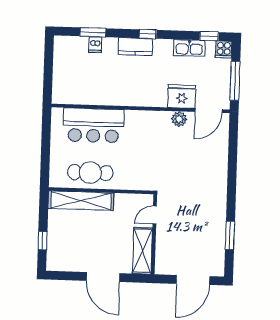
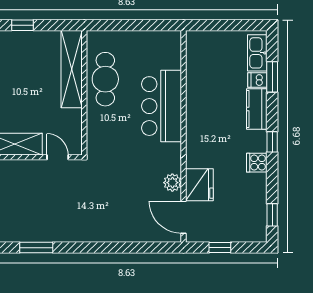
kitchen counter: (135, 47) -> (257, 109), moved
kitchen sink: (189, 48) -> (257, 53), moved
cooker: (224, 49) -> (257, 163), moved
window: (235, 81) -> (220, 248), width x0.46
bar counter: (94, 125) -> (162, 106), moved

